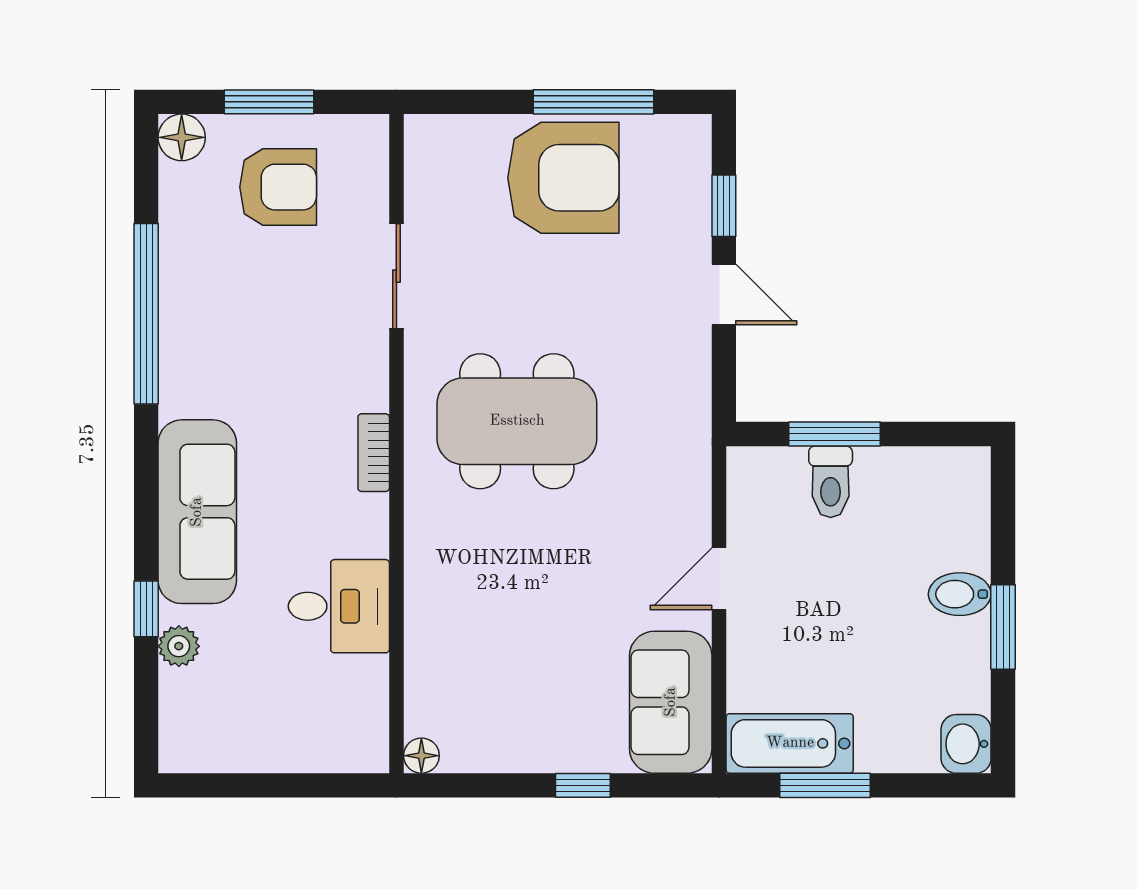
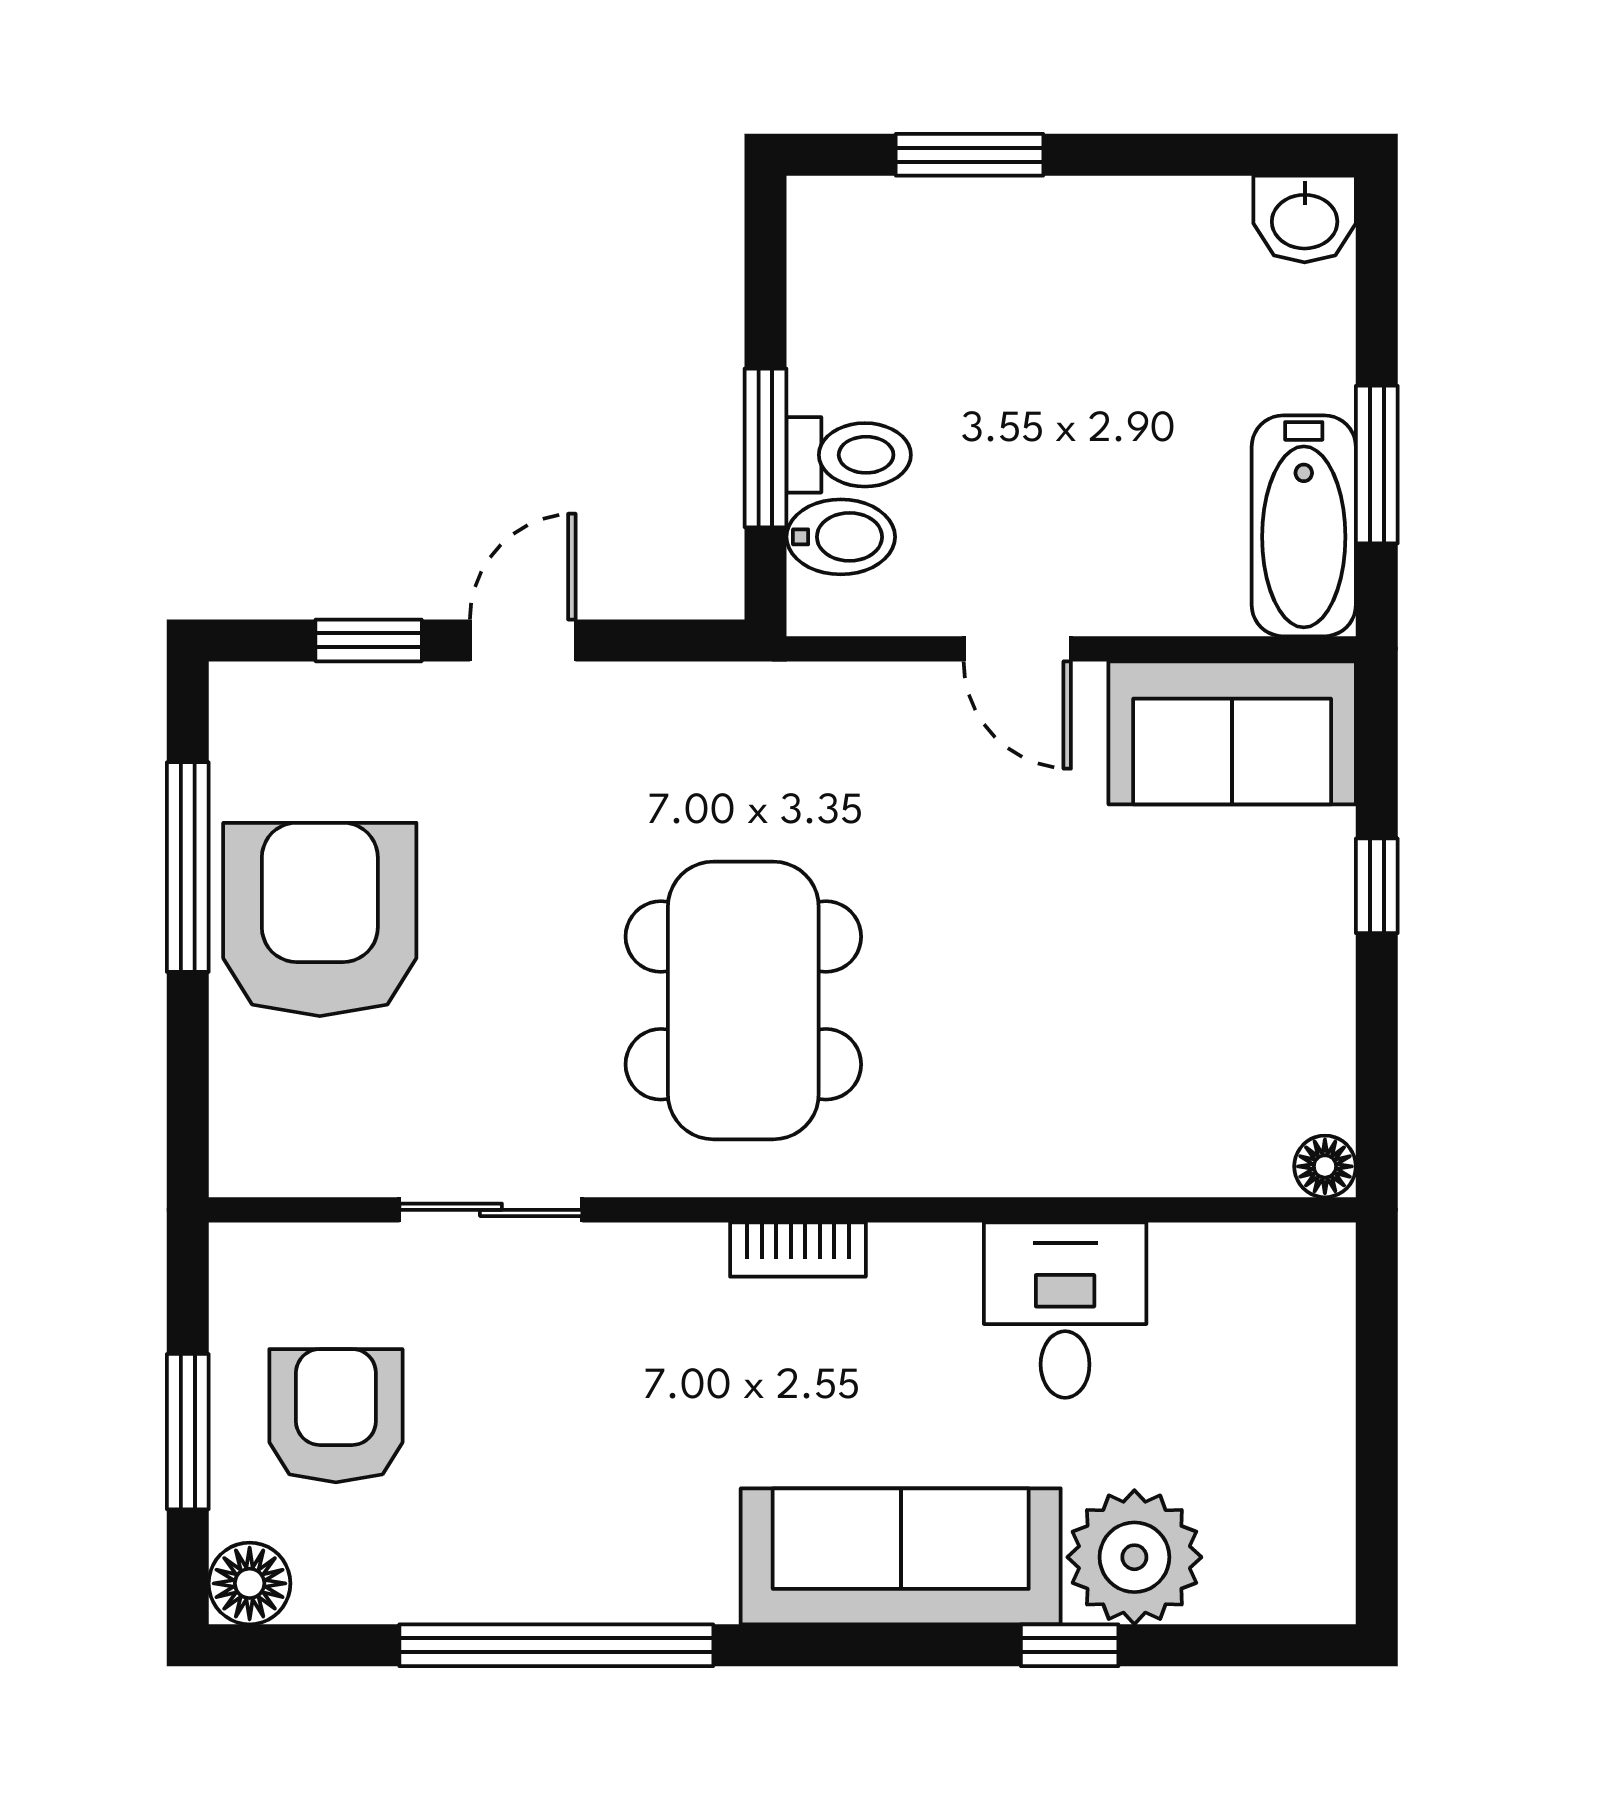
bidet: (960, 594) -> (841, 537), moved, turned -90
window: (1003, 627) -> (970, 155), moved
plant: (179, 646) -> (1134, 1557), width x1.88, depth x1.88

